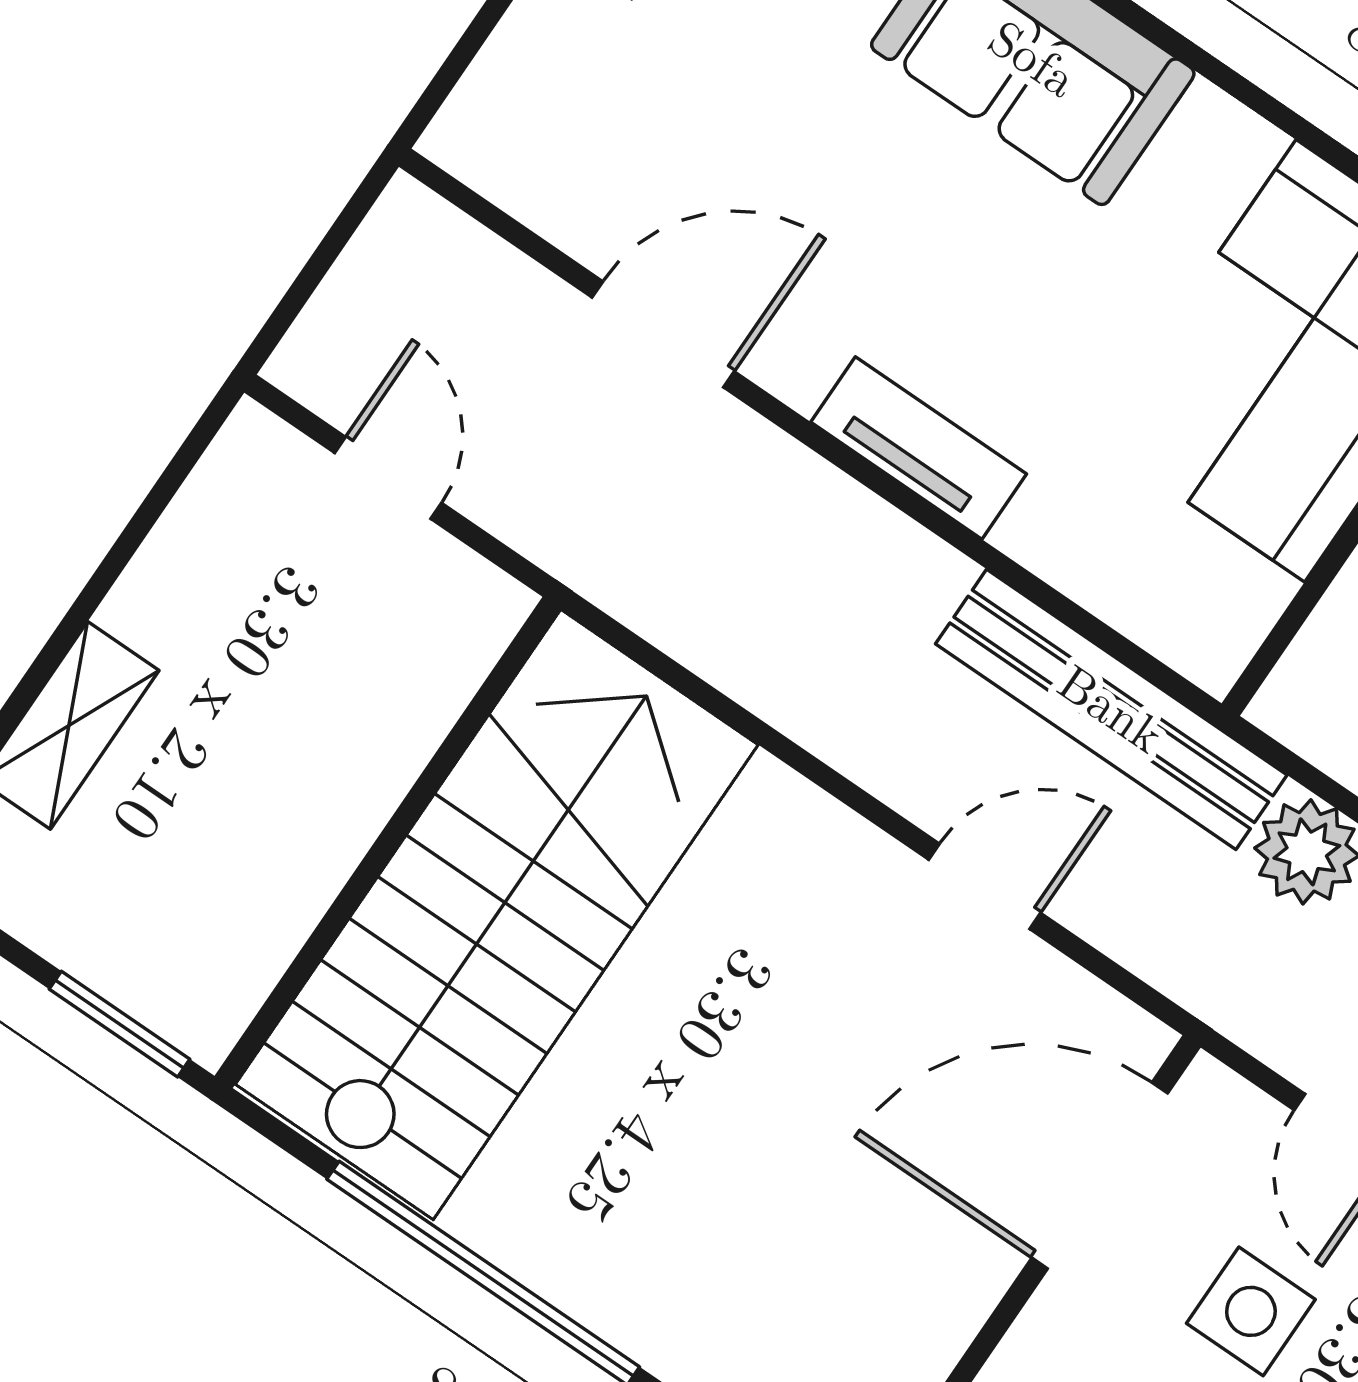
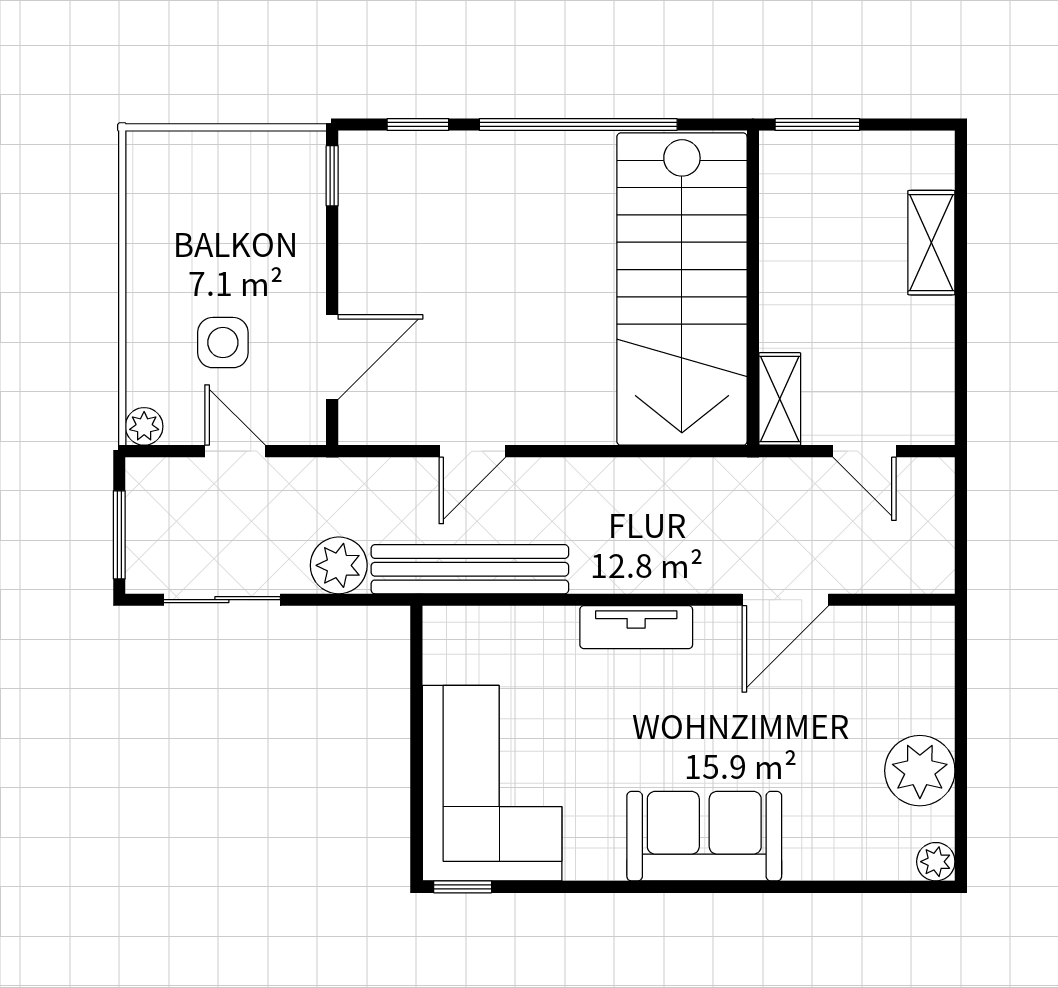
shelving: (463, 646) -> (780, 399), added
door: (1100, 1176) -> (332, 357), width x0.73

